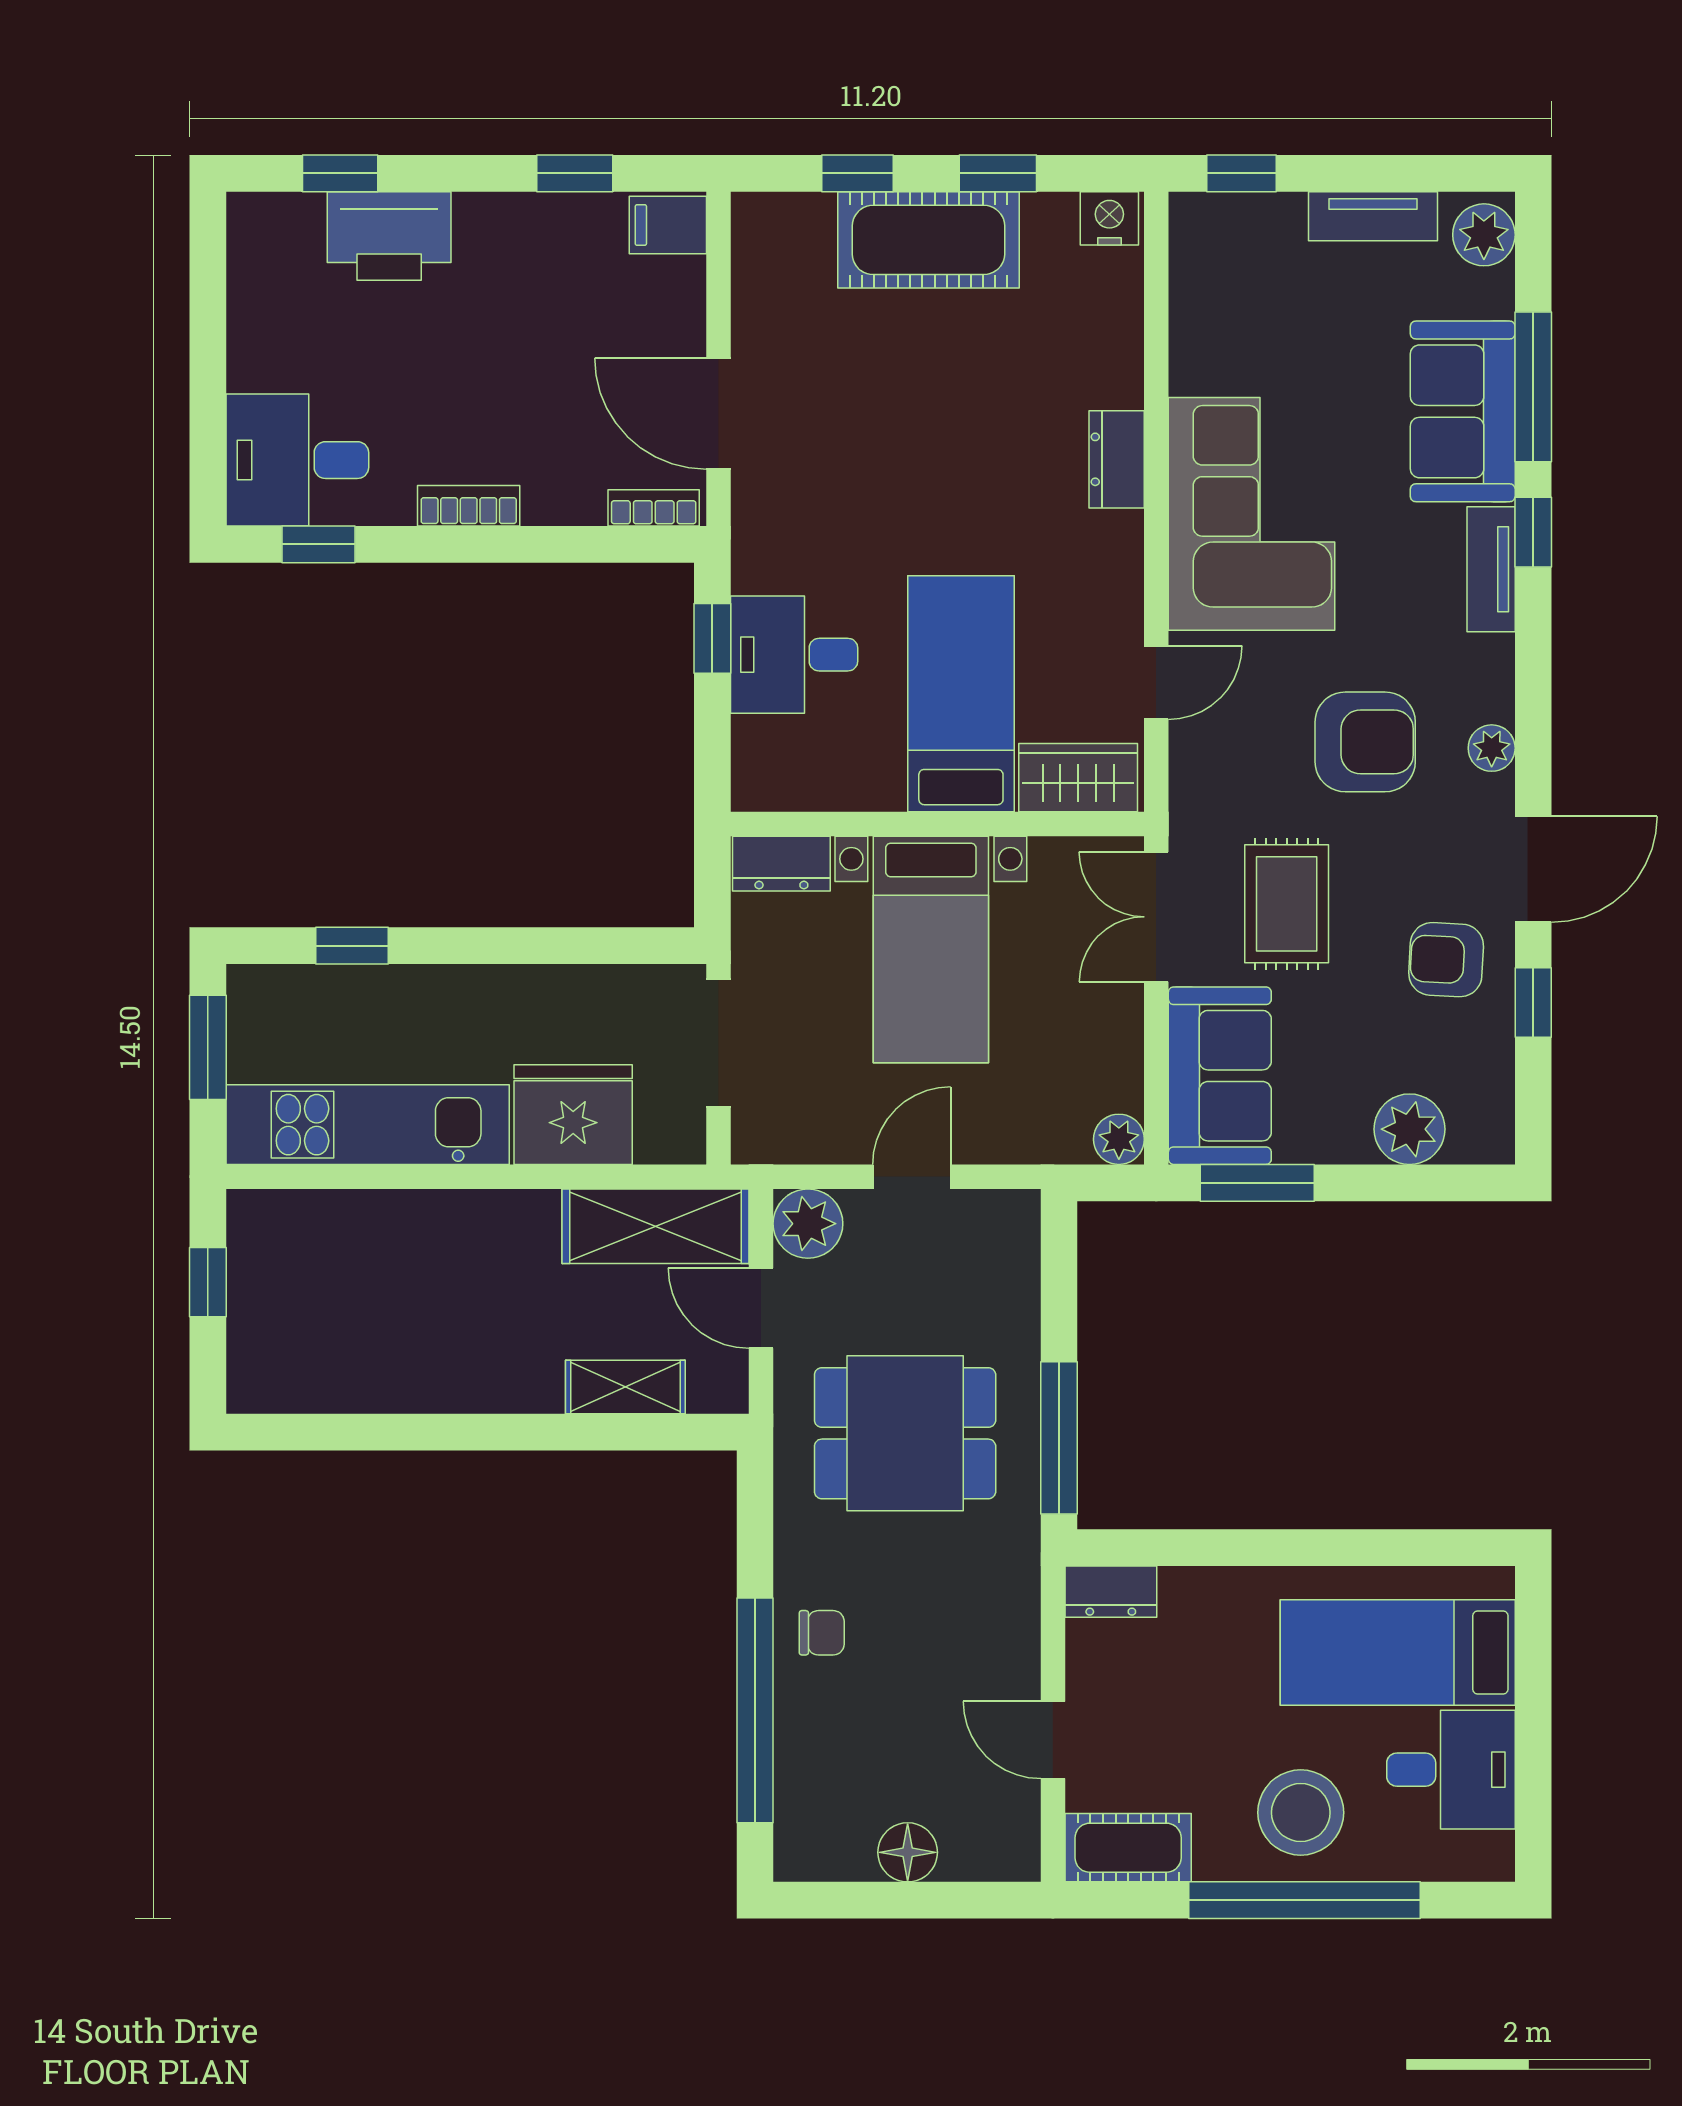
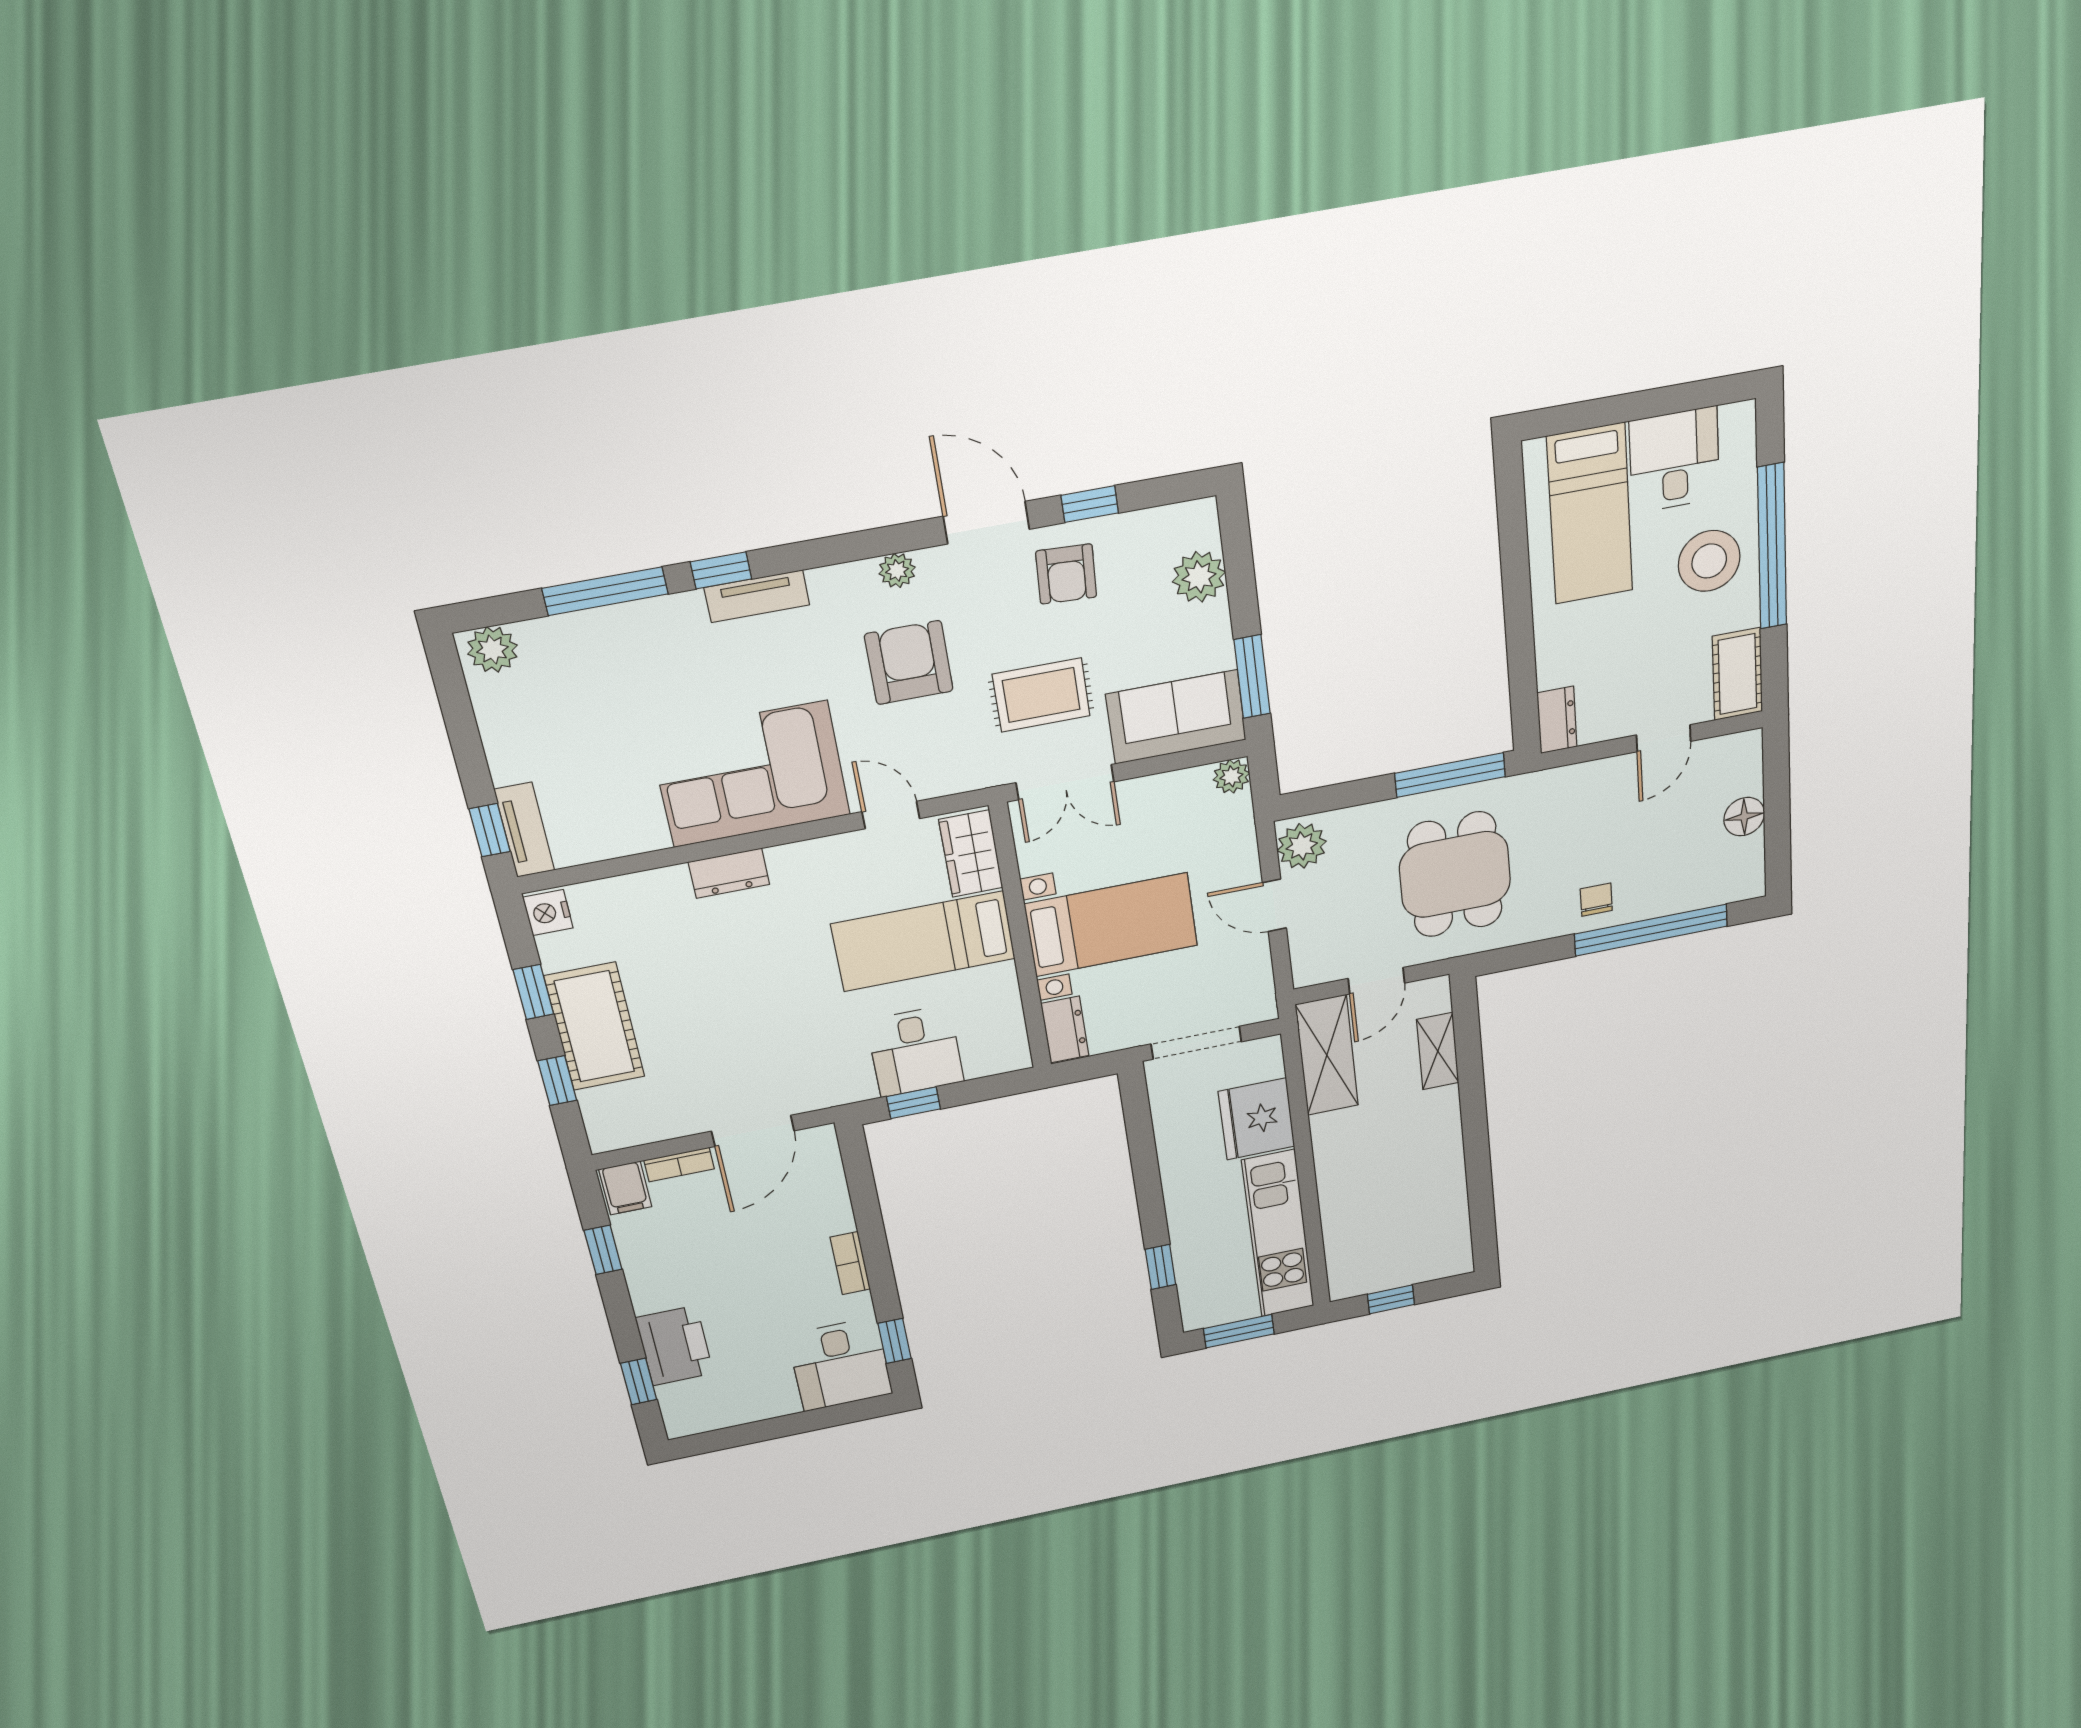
tv unit: (1373, 216) -> (524, 830), moved
sofa: (1463, 411) -> (637, 640), removed
bookcase: (654, 508) -> (679, 1165), moved, turned -90
plant: (808, 1224) -> (1302, 846), moved

